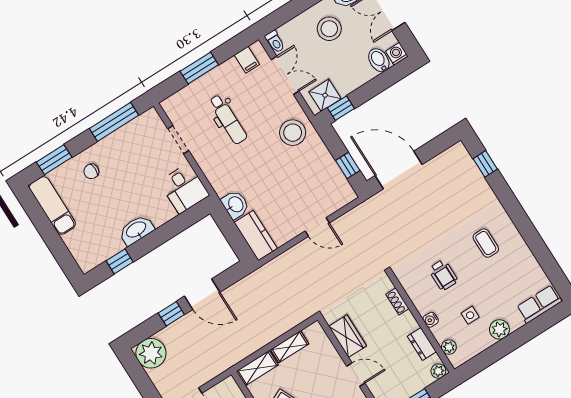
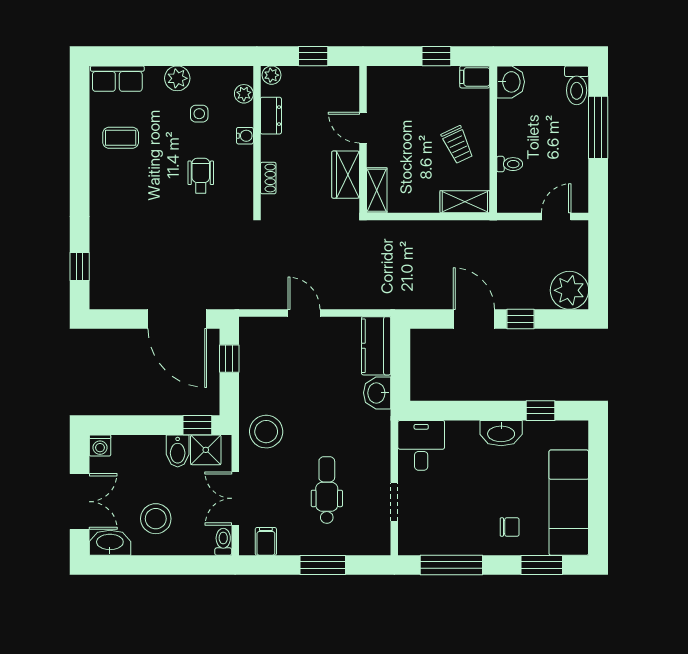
bidet: (379, 60) -> (178, 451), moved
exam couch: (52, 206) -> (569, 503), width x1.36, depth x1.45
coffee table: (486, 243) -> (121, 138), moved, turned 90
shelving: (290, 347) -> (377, 190), moved, turned 90

